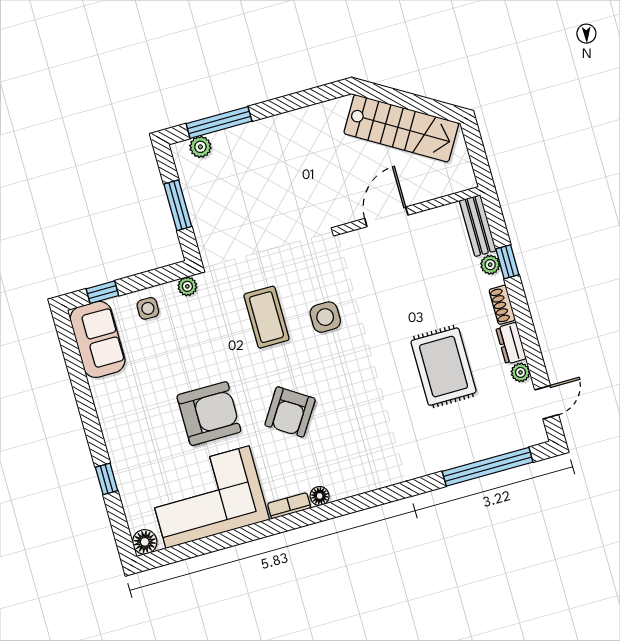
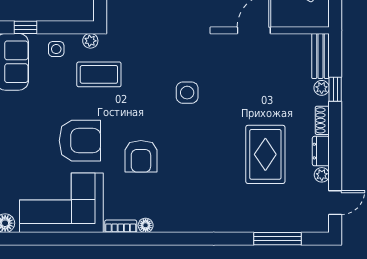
coffee table: (266, 317) -> (99, 74), moved, turned 90
armchair: (290, 412) -> (141, 156), turned -33
window: (488, 467) -> (277, 239), width x0.68

